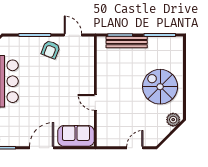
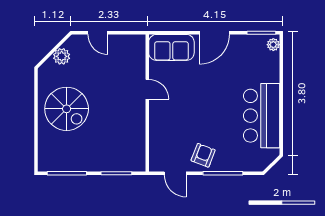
bench: (127, 42) -> (108, 164), removed
plant: (173, 120) -> (62, 56), moved
door: (135, 148) -> (98, 33), hinge flipped

